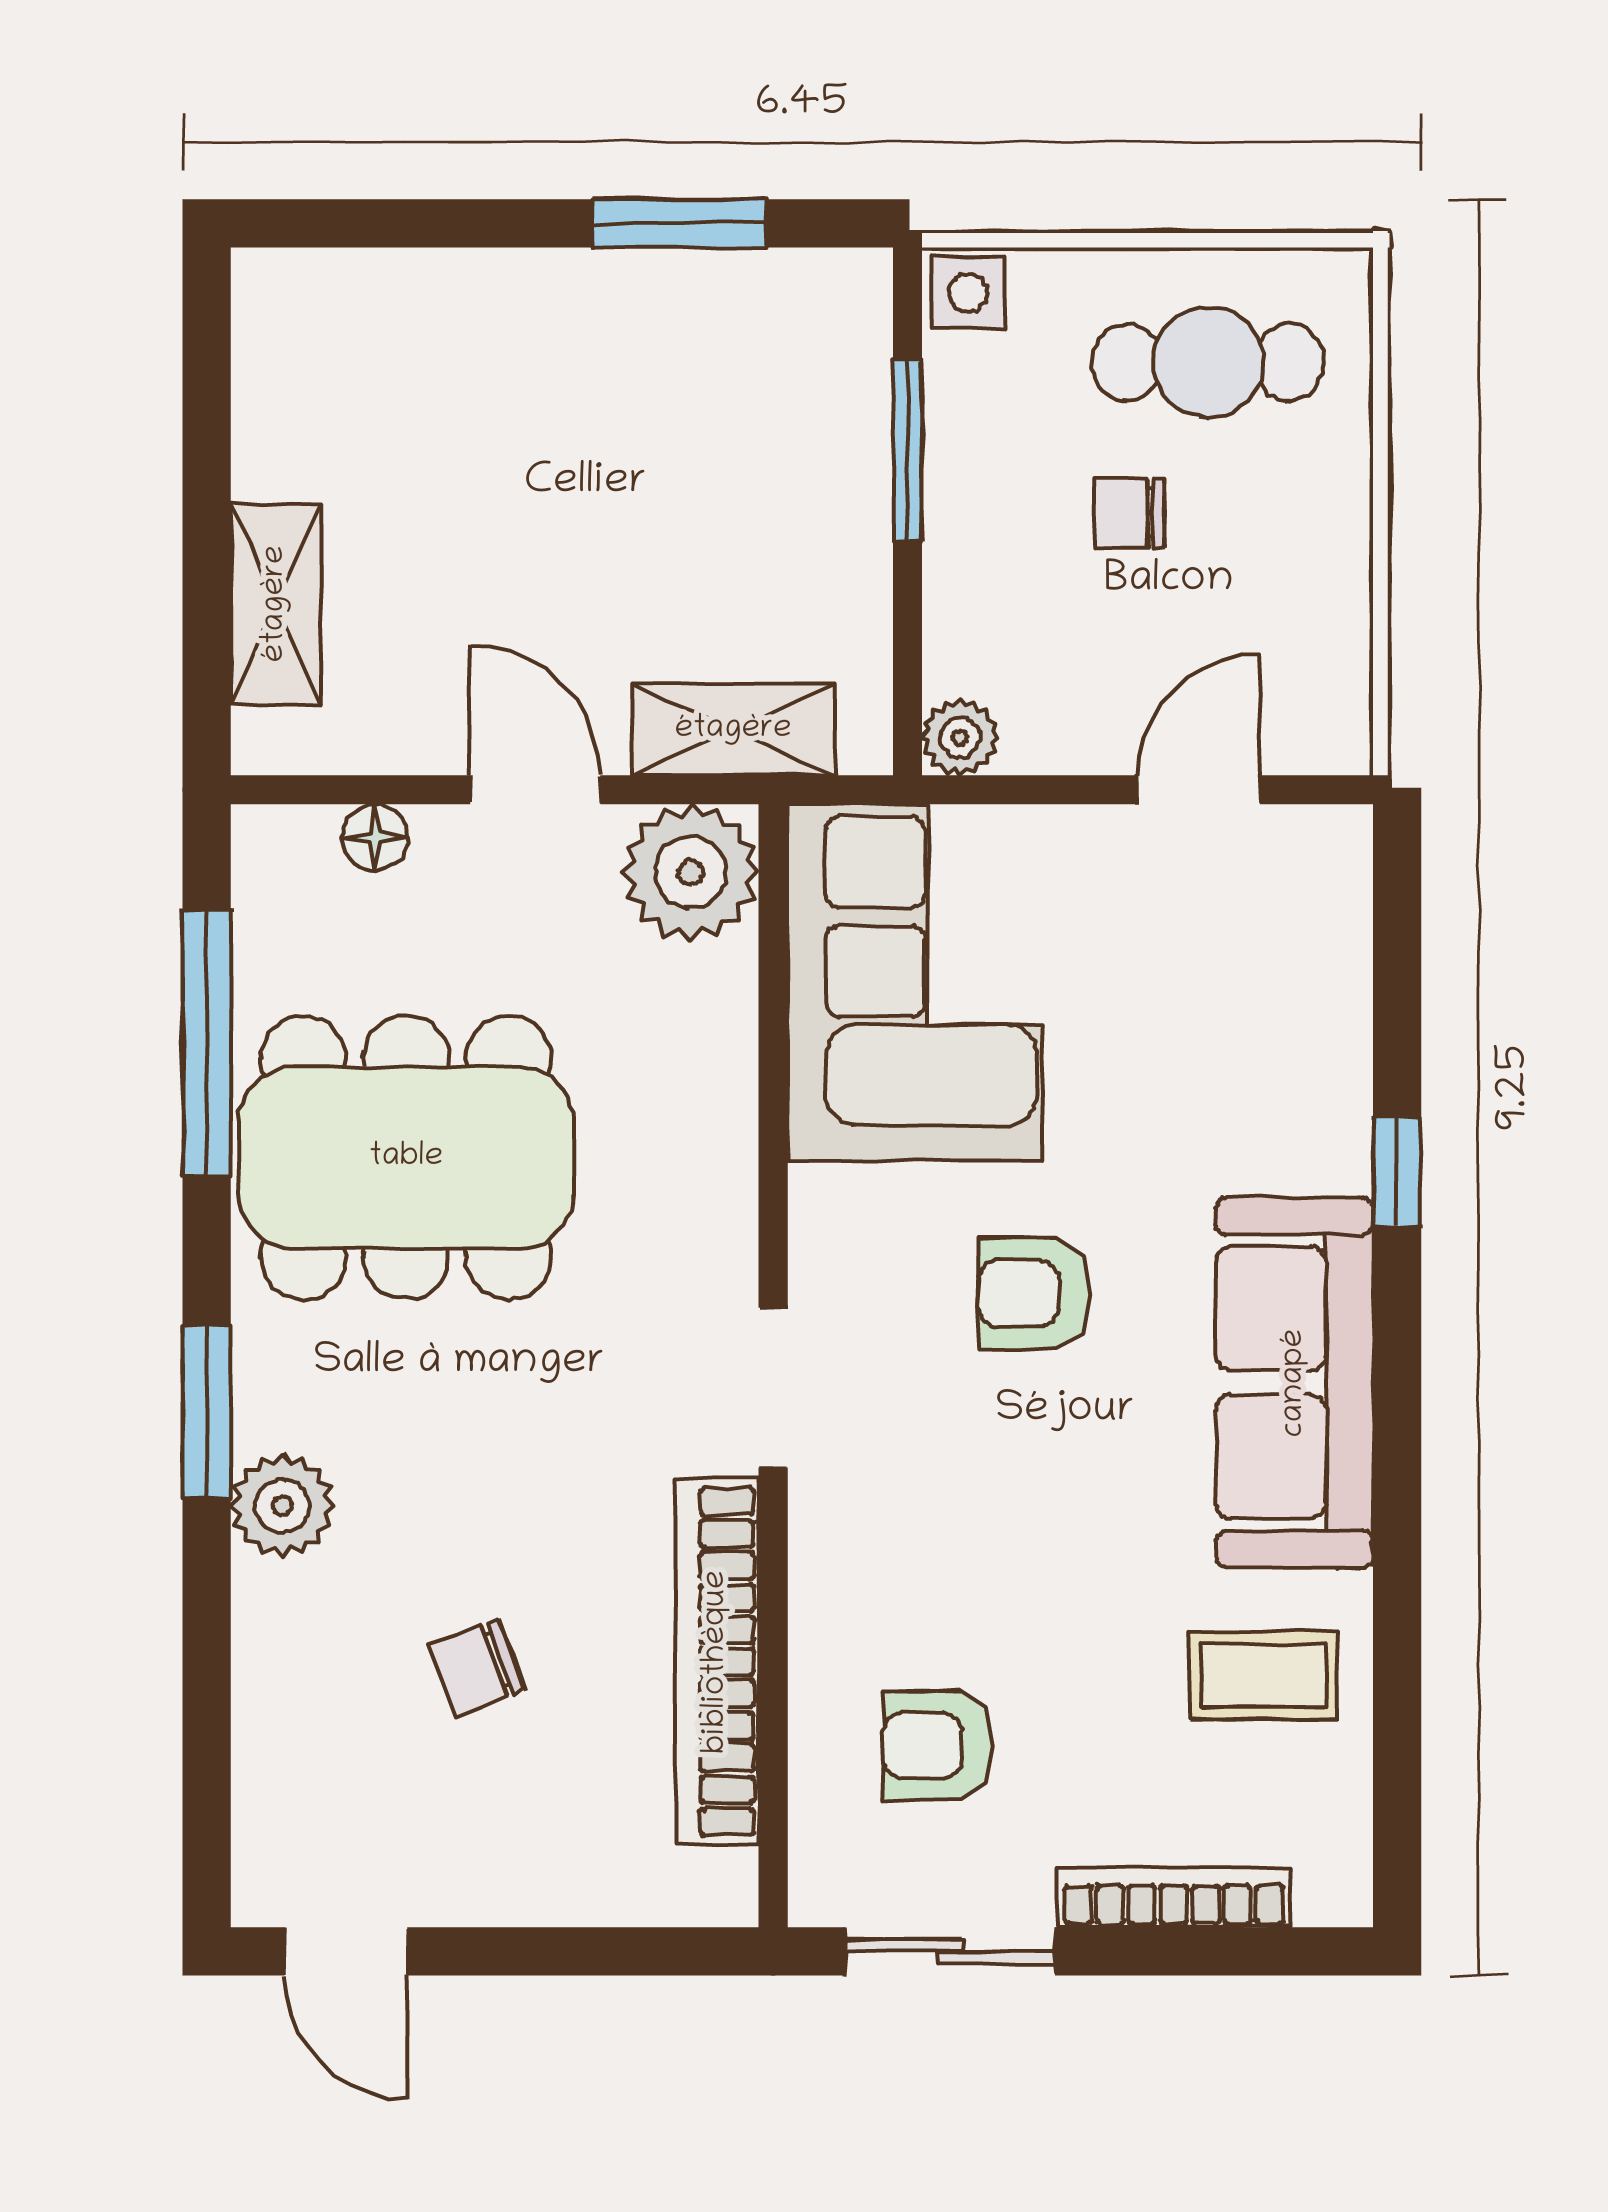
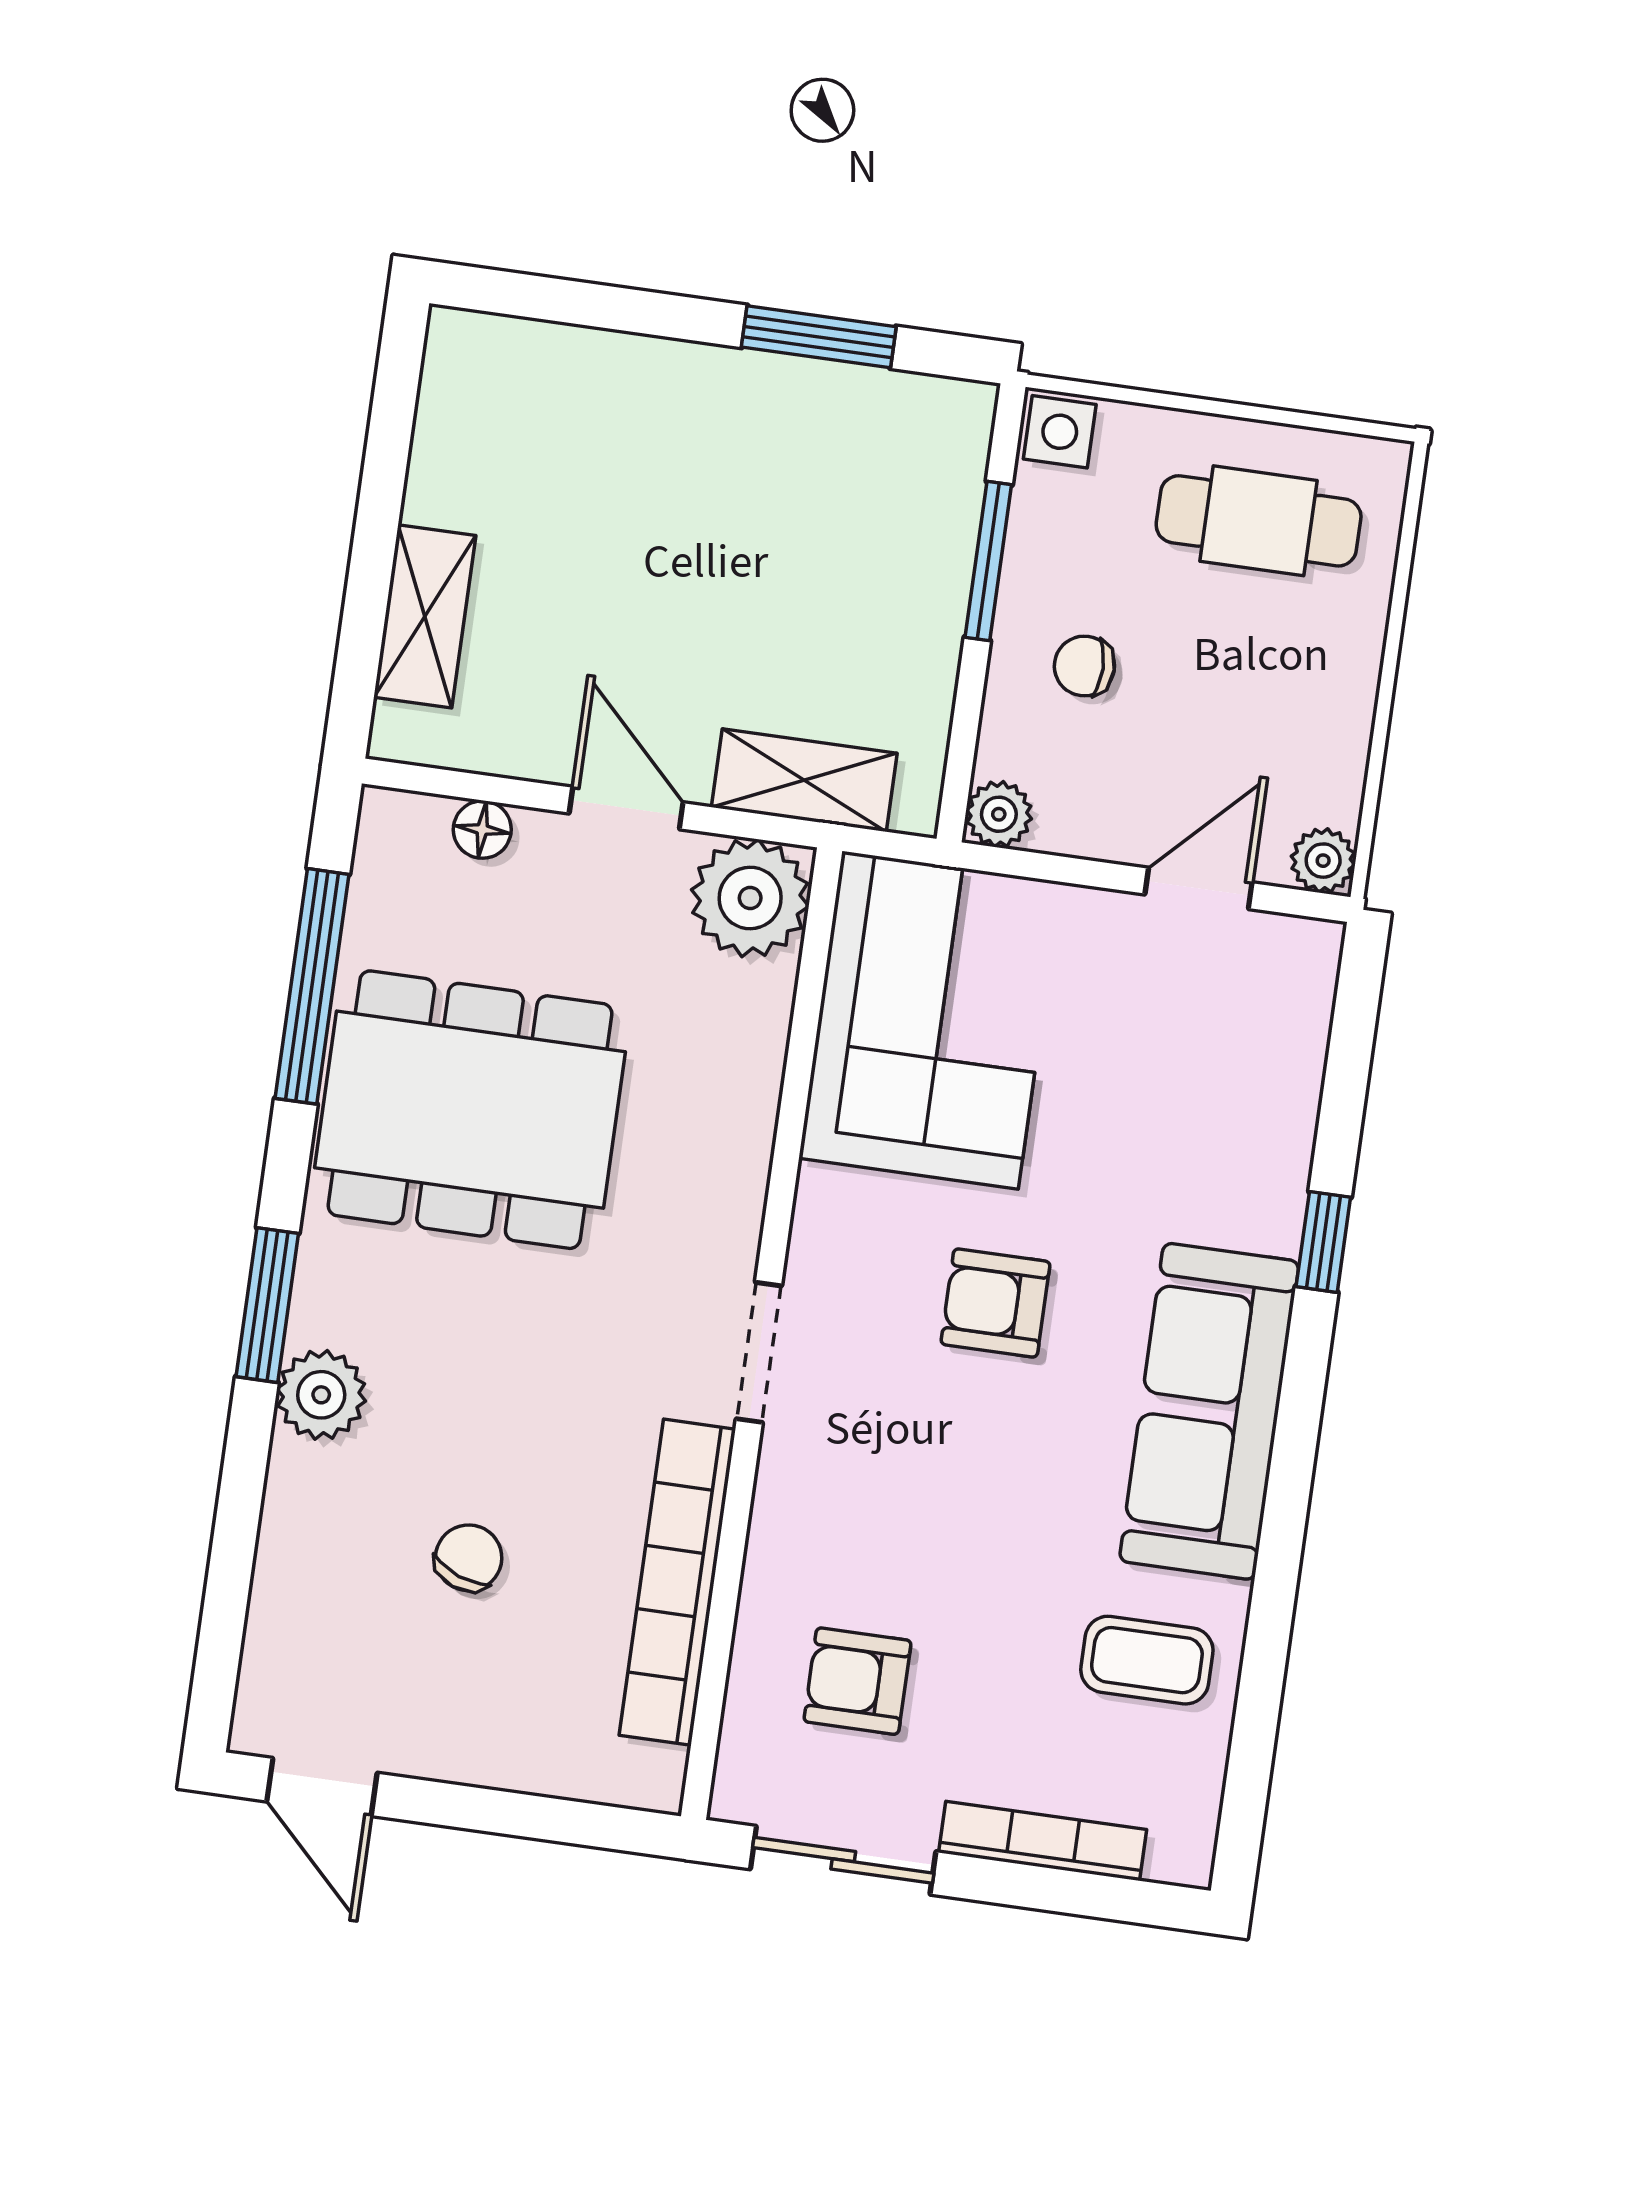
chair: (1130, 513) -> (1084, 666), moved
plant: (1336, 738) -> (1323, 861), added
chair: (476, 1667) -> (469, 1558), turned 131

